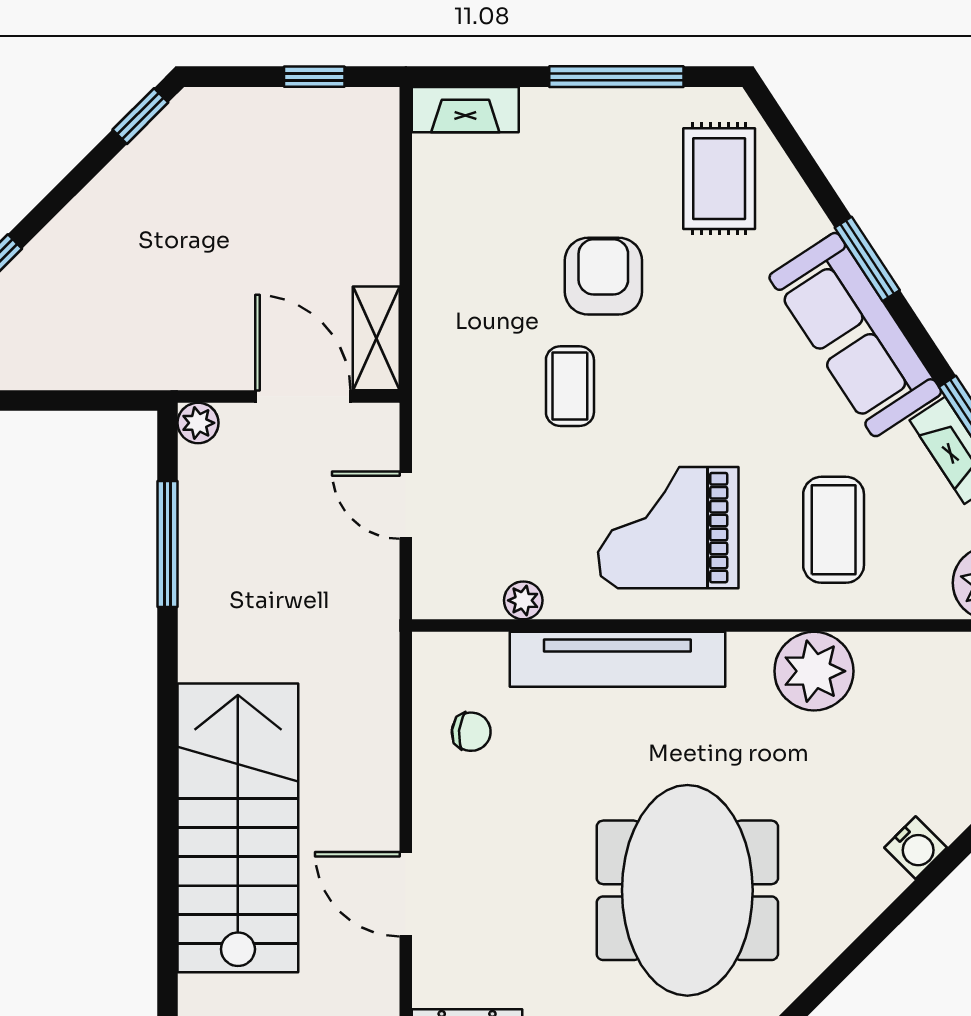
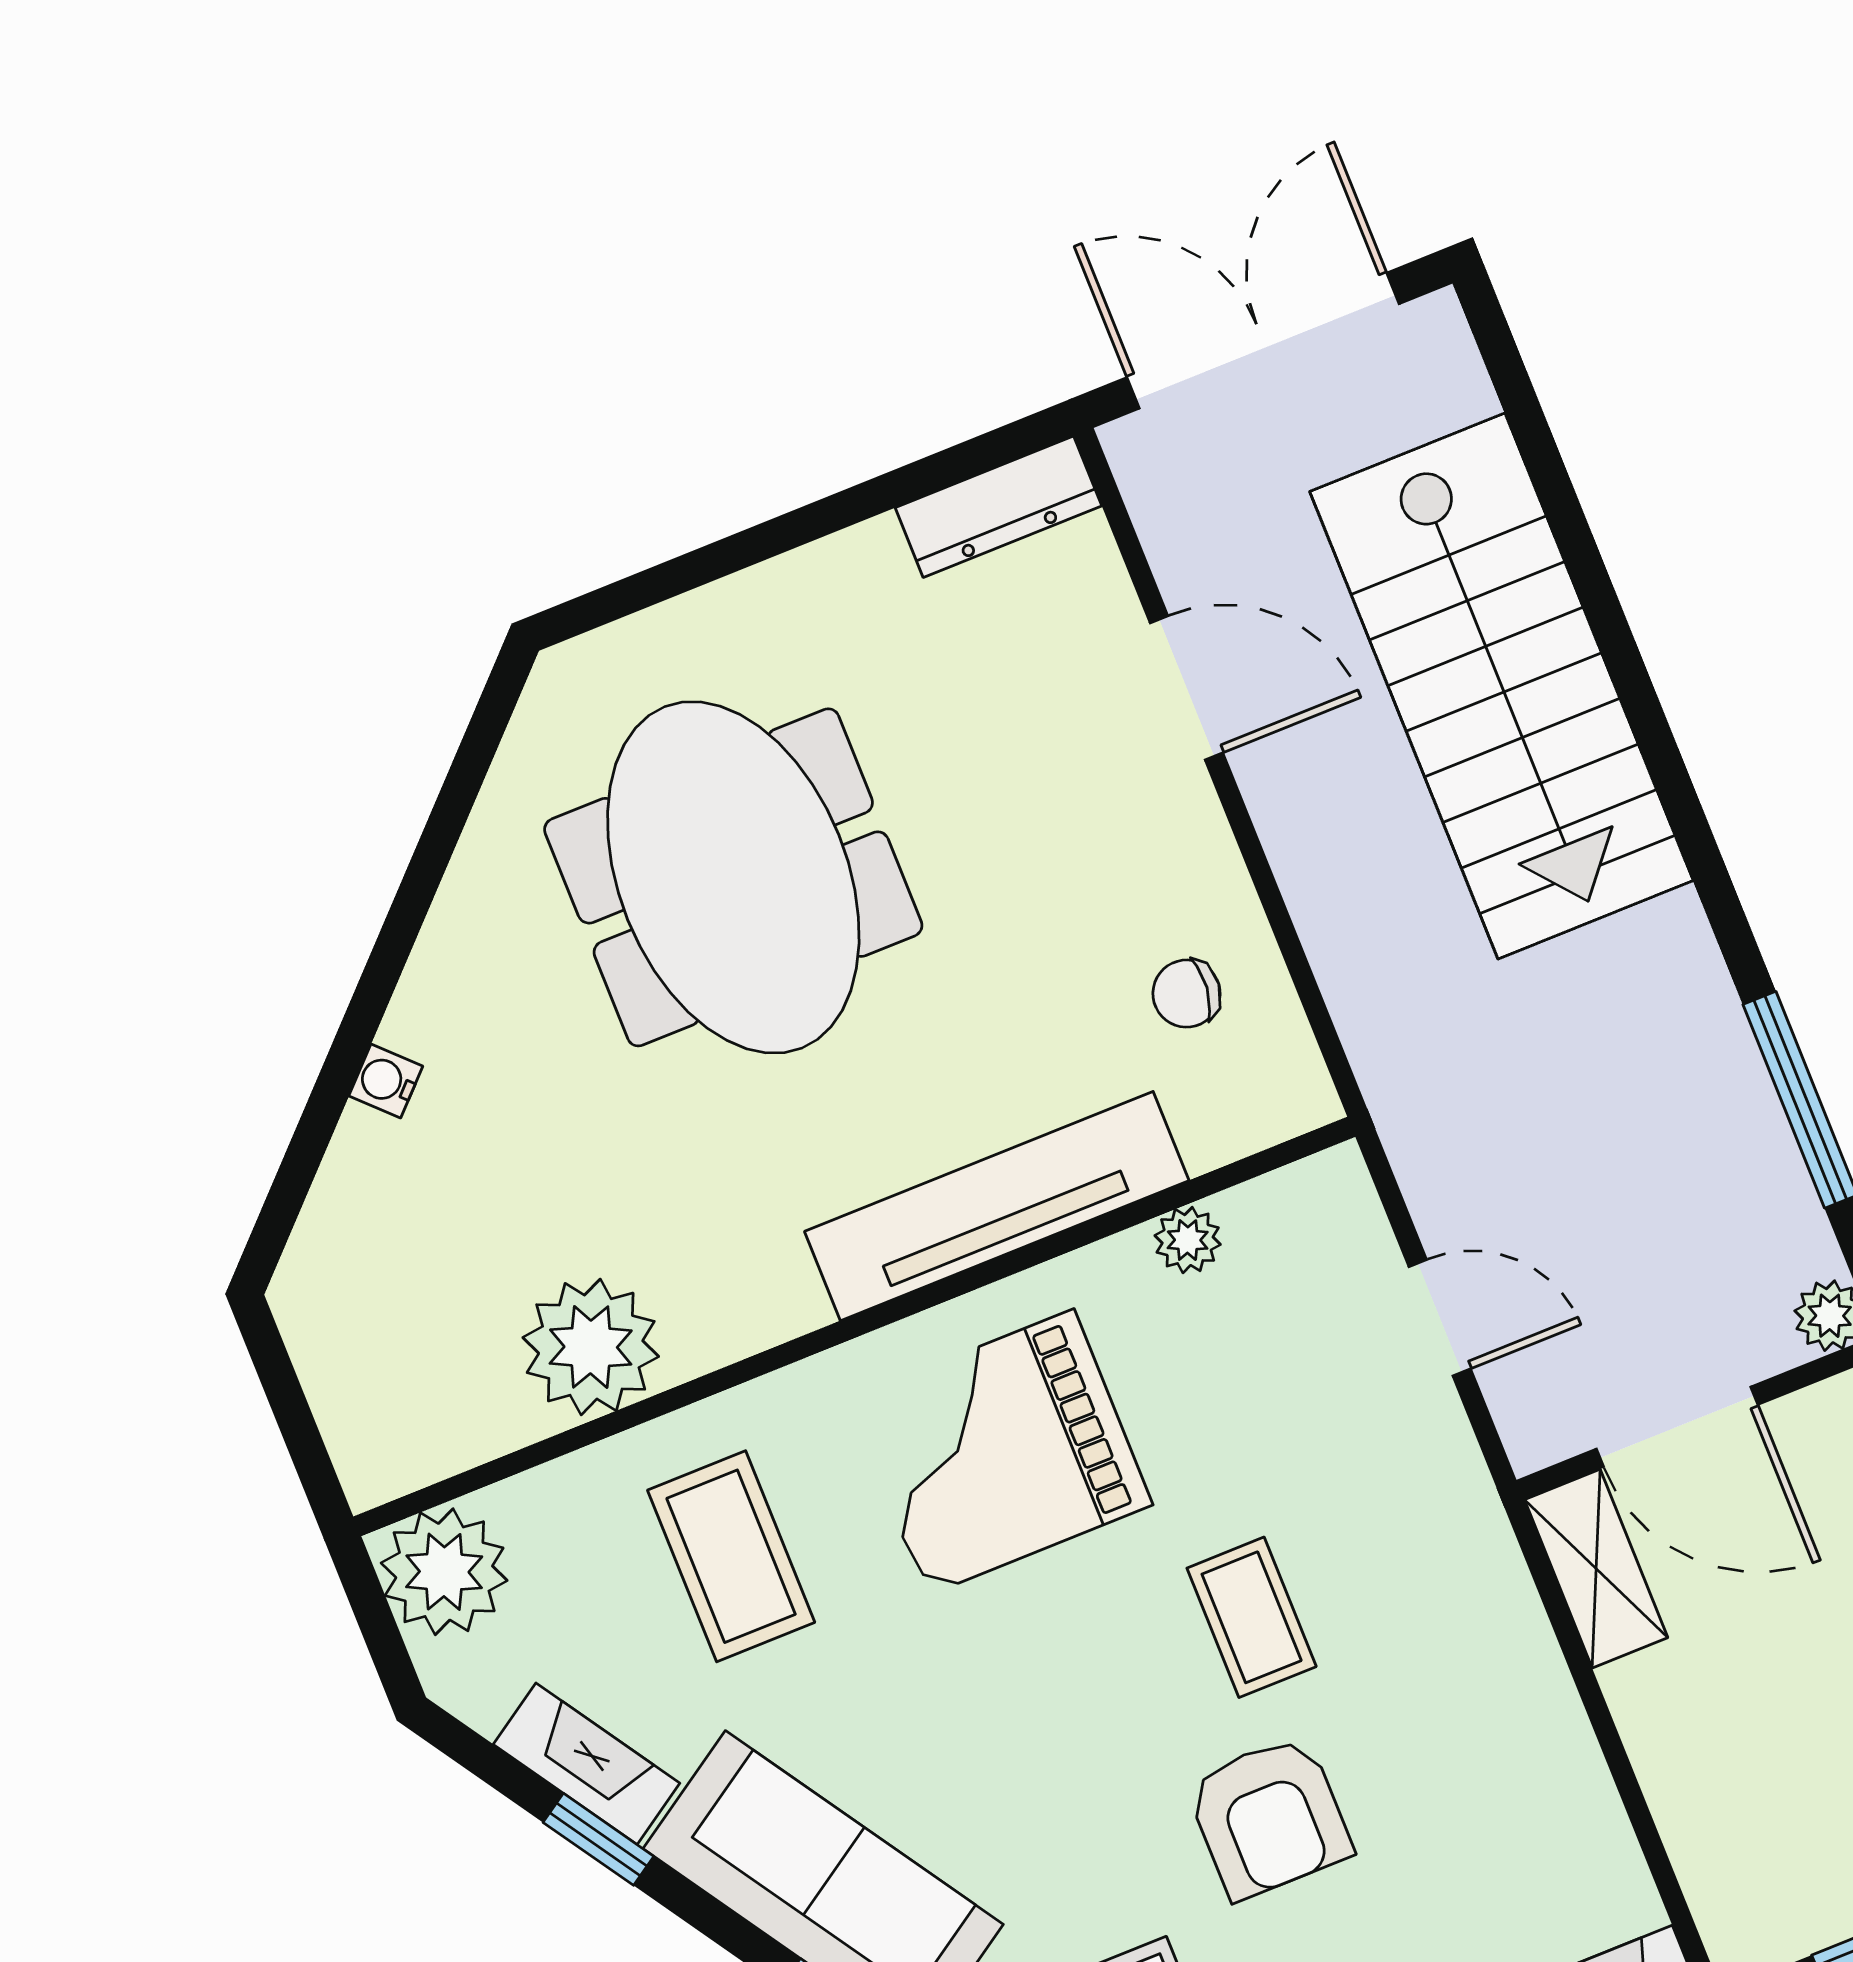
grand piano: (668, 528) -> (1000, 1452), turned 180
plant: (814, 671) -> (591, 1347), moved
water cooler: (916, 848) -> (386, 1081), width x0.72, depth x0.72

